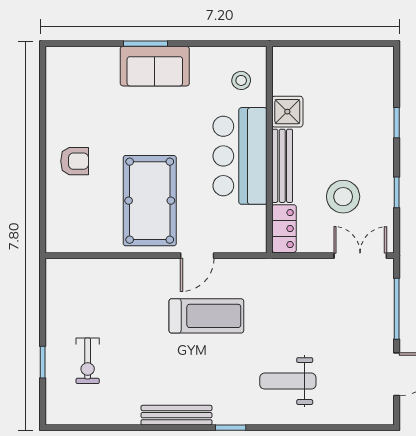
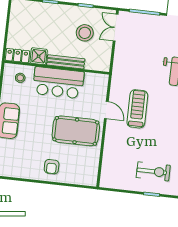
armchair: (75, 161) -> (52, 167), turned 180
locker: (284, 229) -> (17, 56), moved
exercise bike: (88, 361) -> (153, 171), width x1.38, depth x1.39

